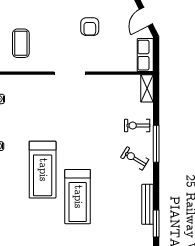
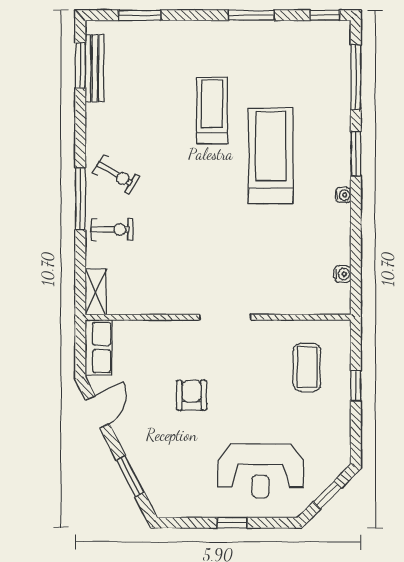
treadmill: (78, 197) -> (212, 110), width x0.73, depth x0.73
bench: (148, 204) -> (95, 68), moved

